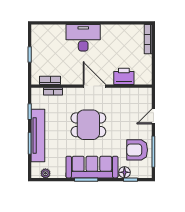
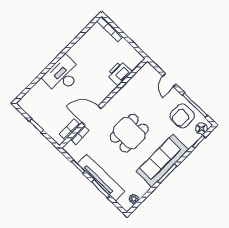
door: (94, 86) -> (92, 115), moved
floor lamp: (124, 172) -> (201, 129), moved

